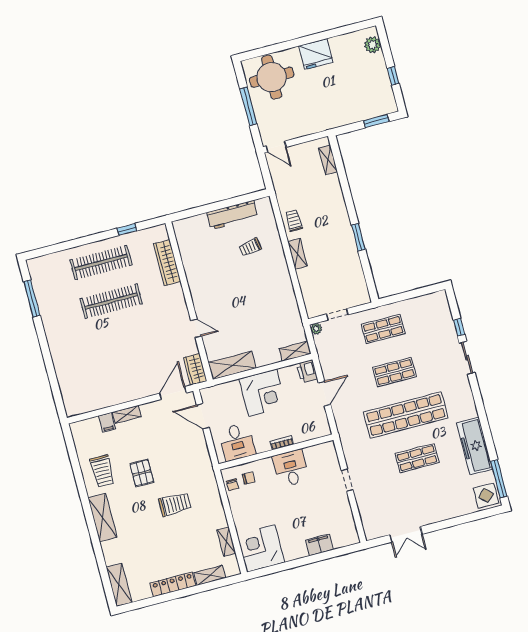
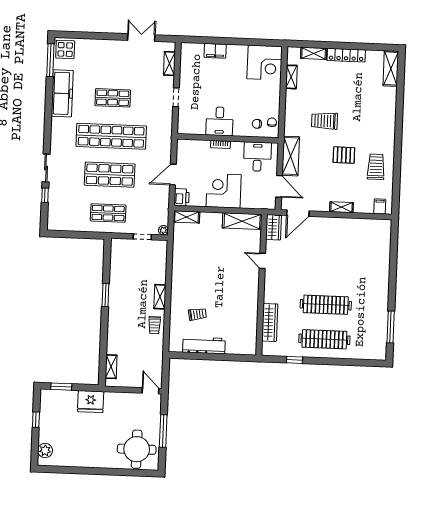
fridge: (316, 54) -> (91, 402), moved, turned 180
shop shelf: (394, 372) -> (110, 175), width x1.43, depth x1.36
filing cabinet: (107, 422) -> (380, 206), moved
pallet: (142, 473) -> (344, 155), turned 90
shelving: (366, 515) -> (169, 64), added
shelving: (102, 518) -> (291, 156), moved

